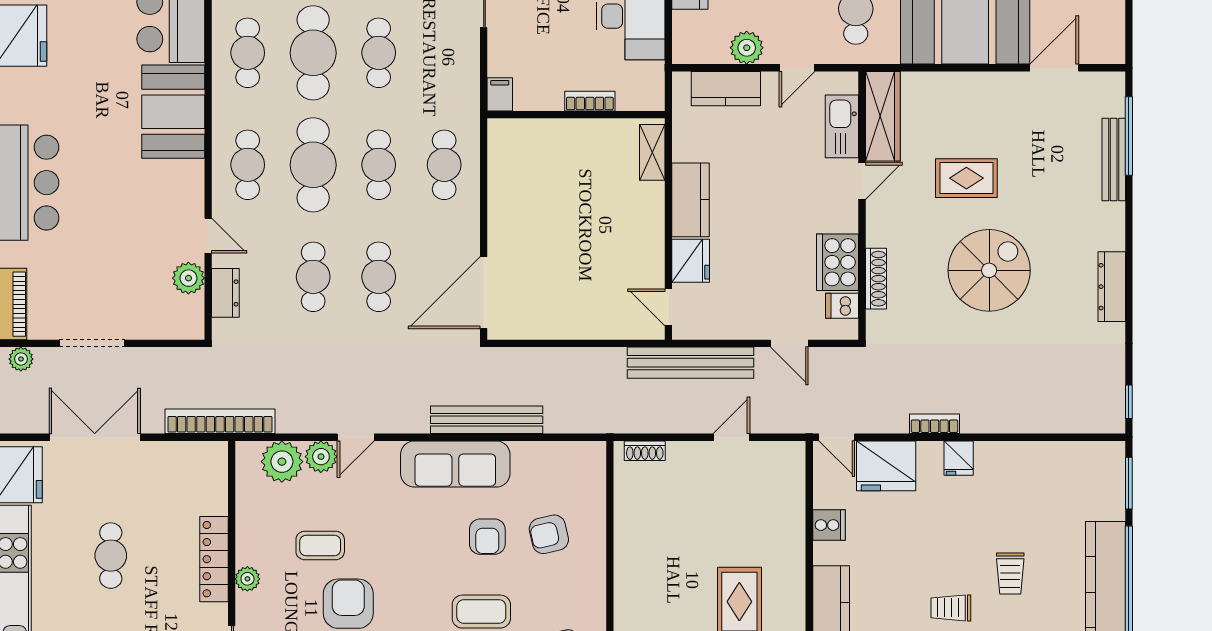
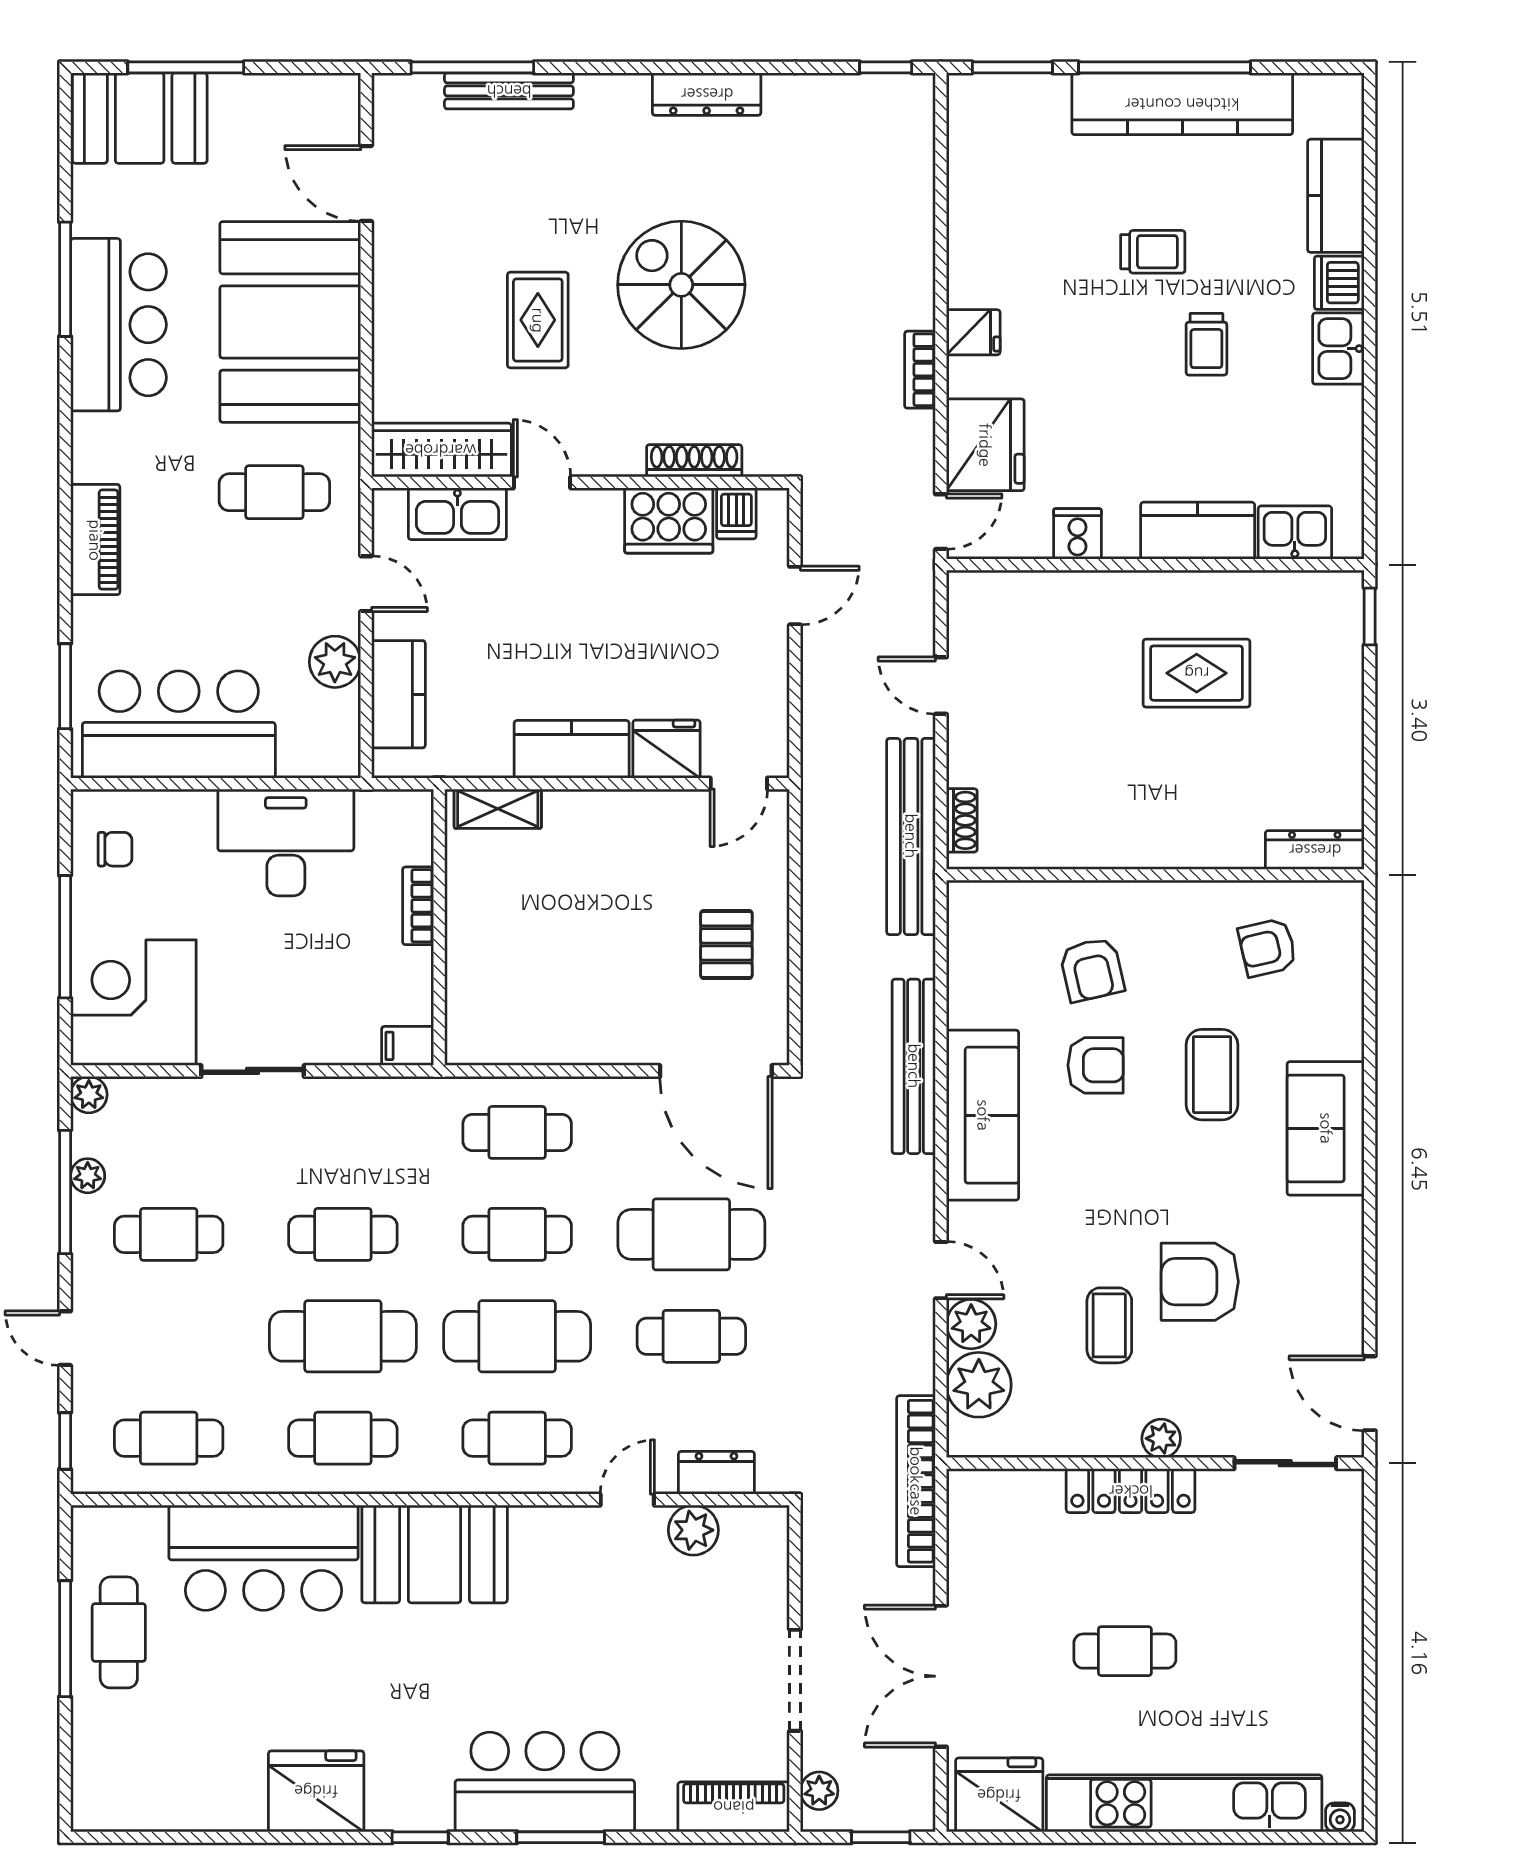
cafe table: (379, 277) -> (691, 1234), width x1.37, depth x1.35
pallet: (565, 299) -> (726, 944), added
bench: (690, 363) -> (911, 836), moved

